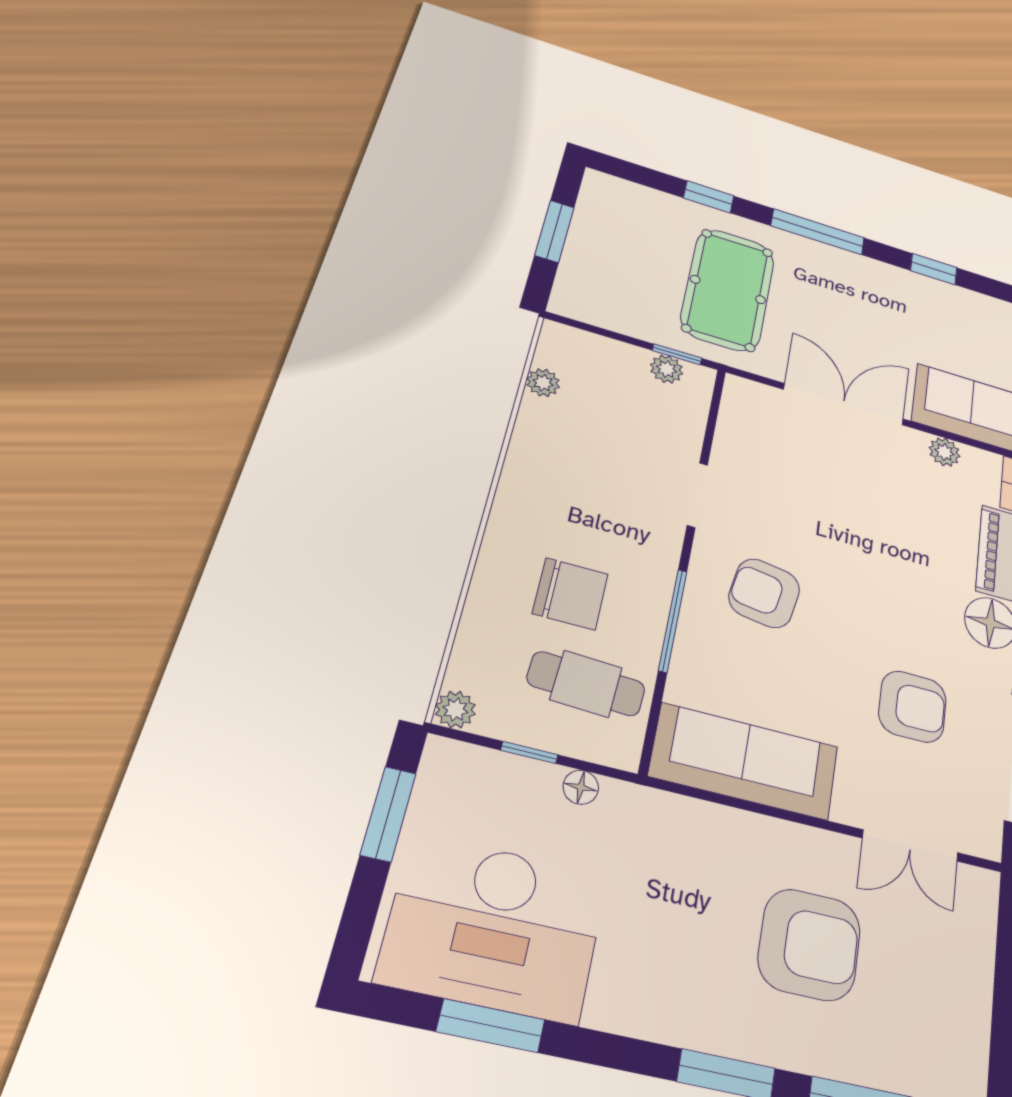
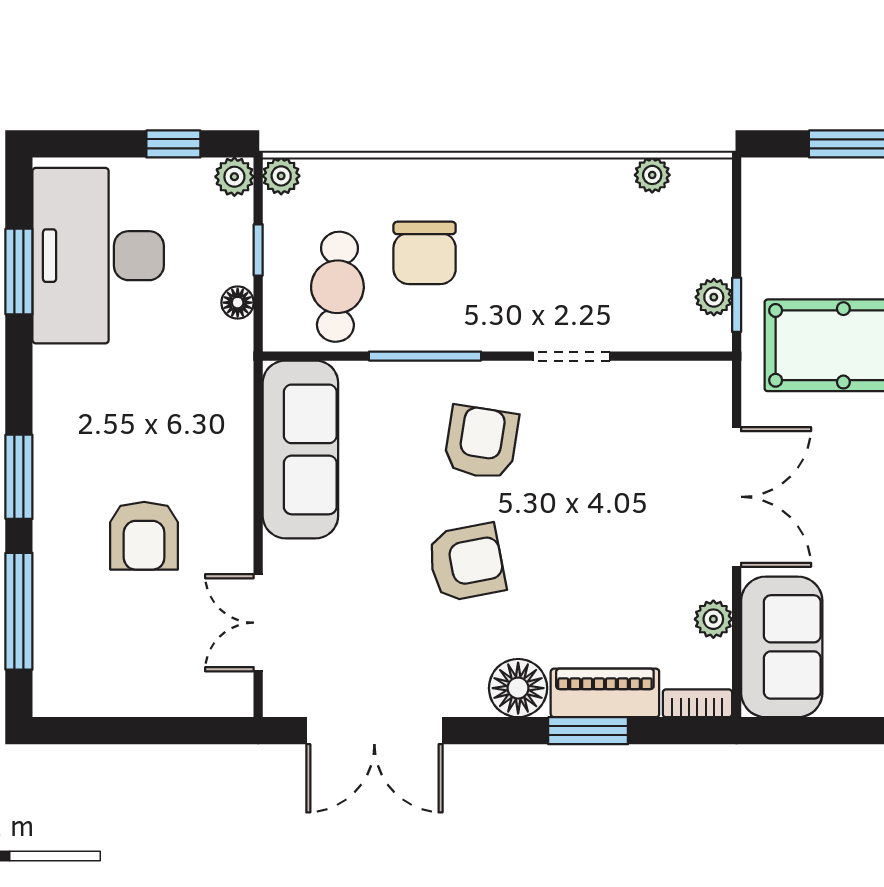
armchair: (912, 707) -> (466, 563), moved, turned -101
plant: (443, 758) -> (234, 177), added
window: (388, 814) -> (173, 144), width x0.67
armchair: (809, 944) -> (144, 536), width x0.73, depth x0.73

